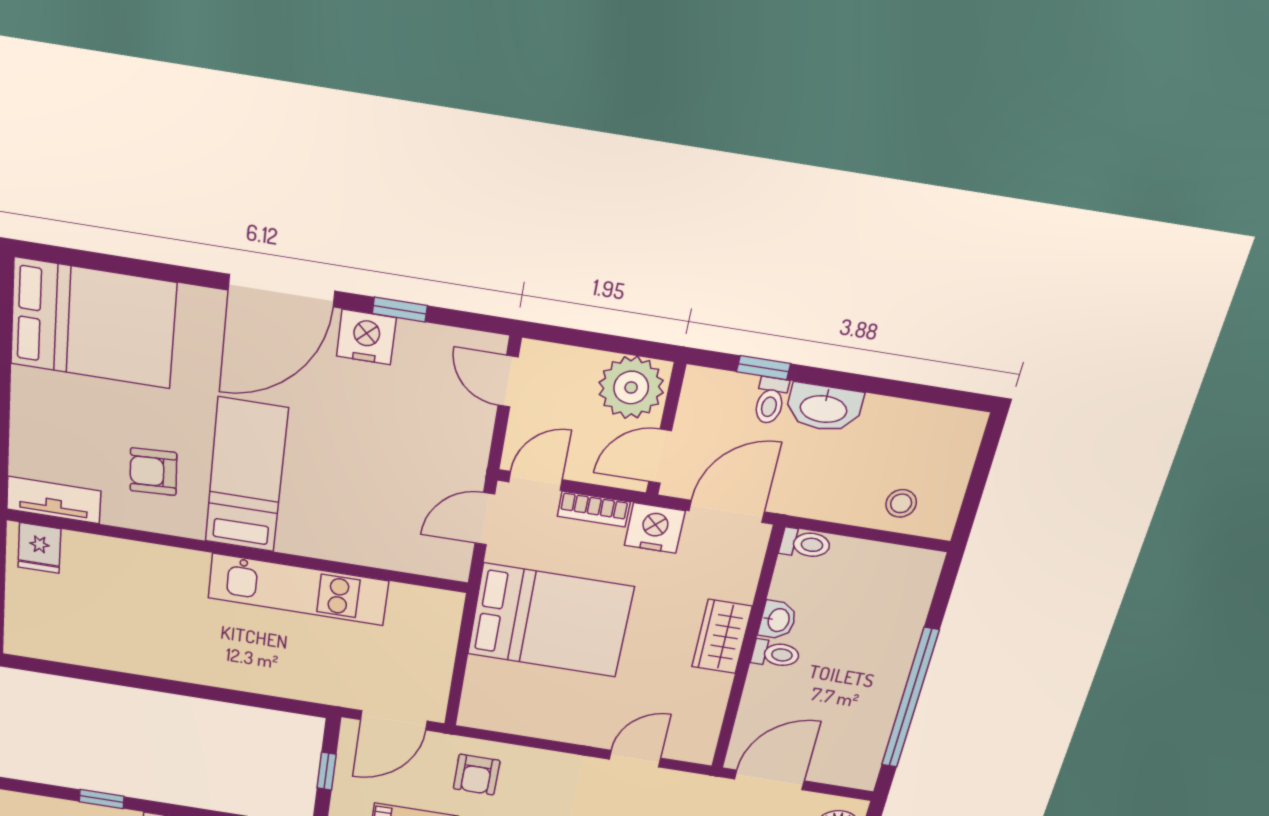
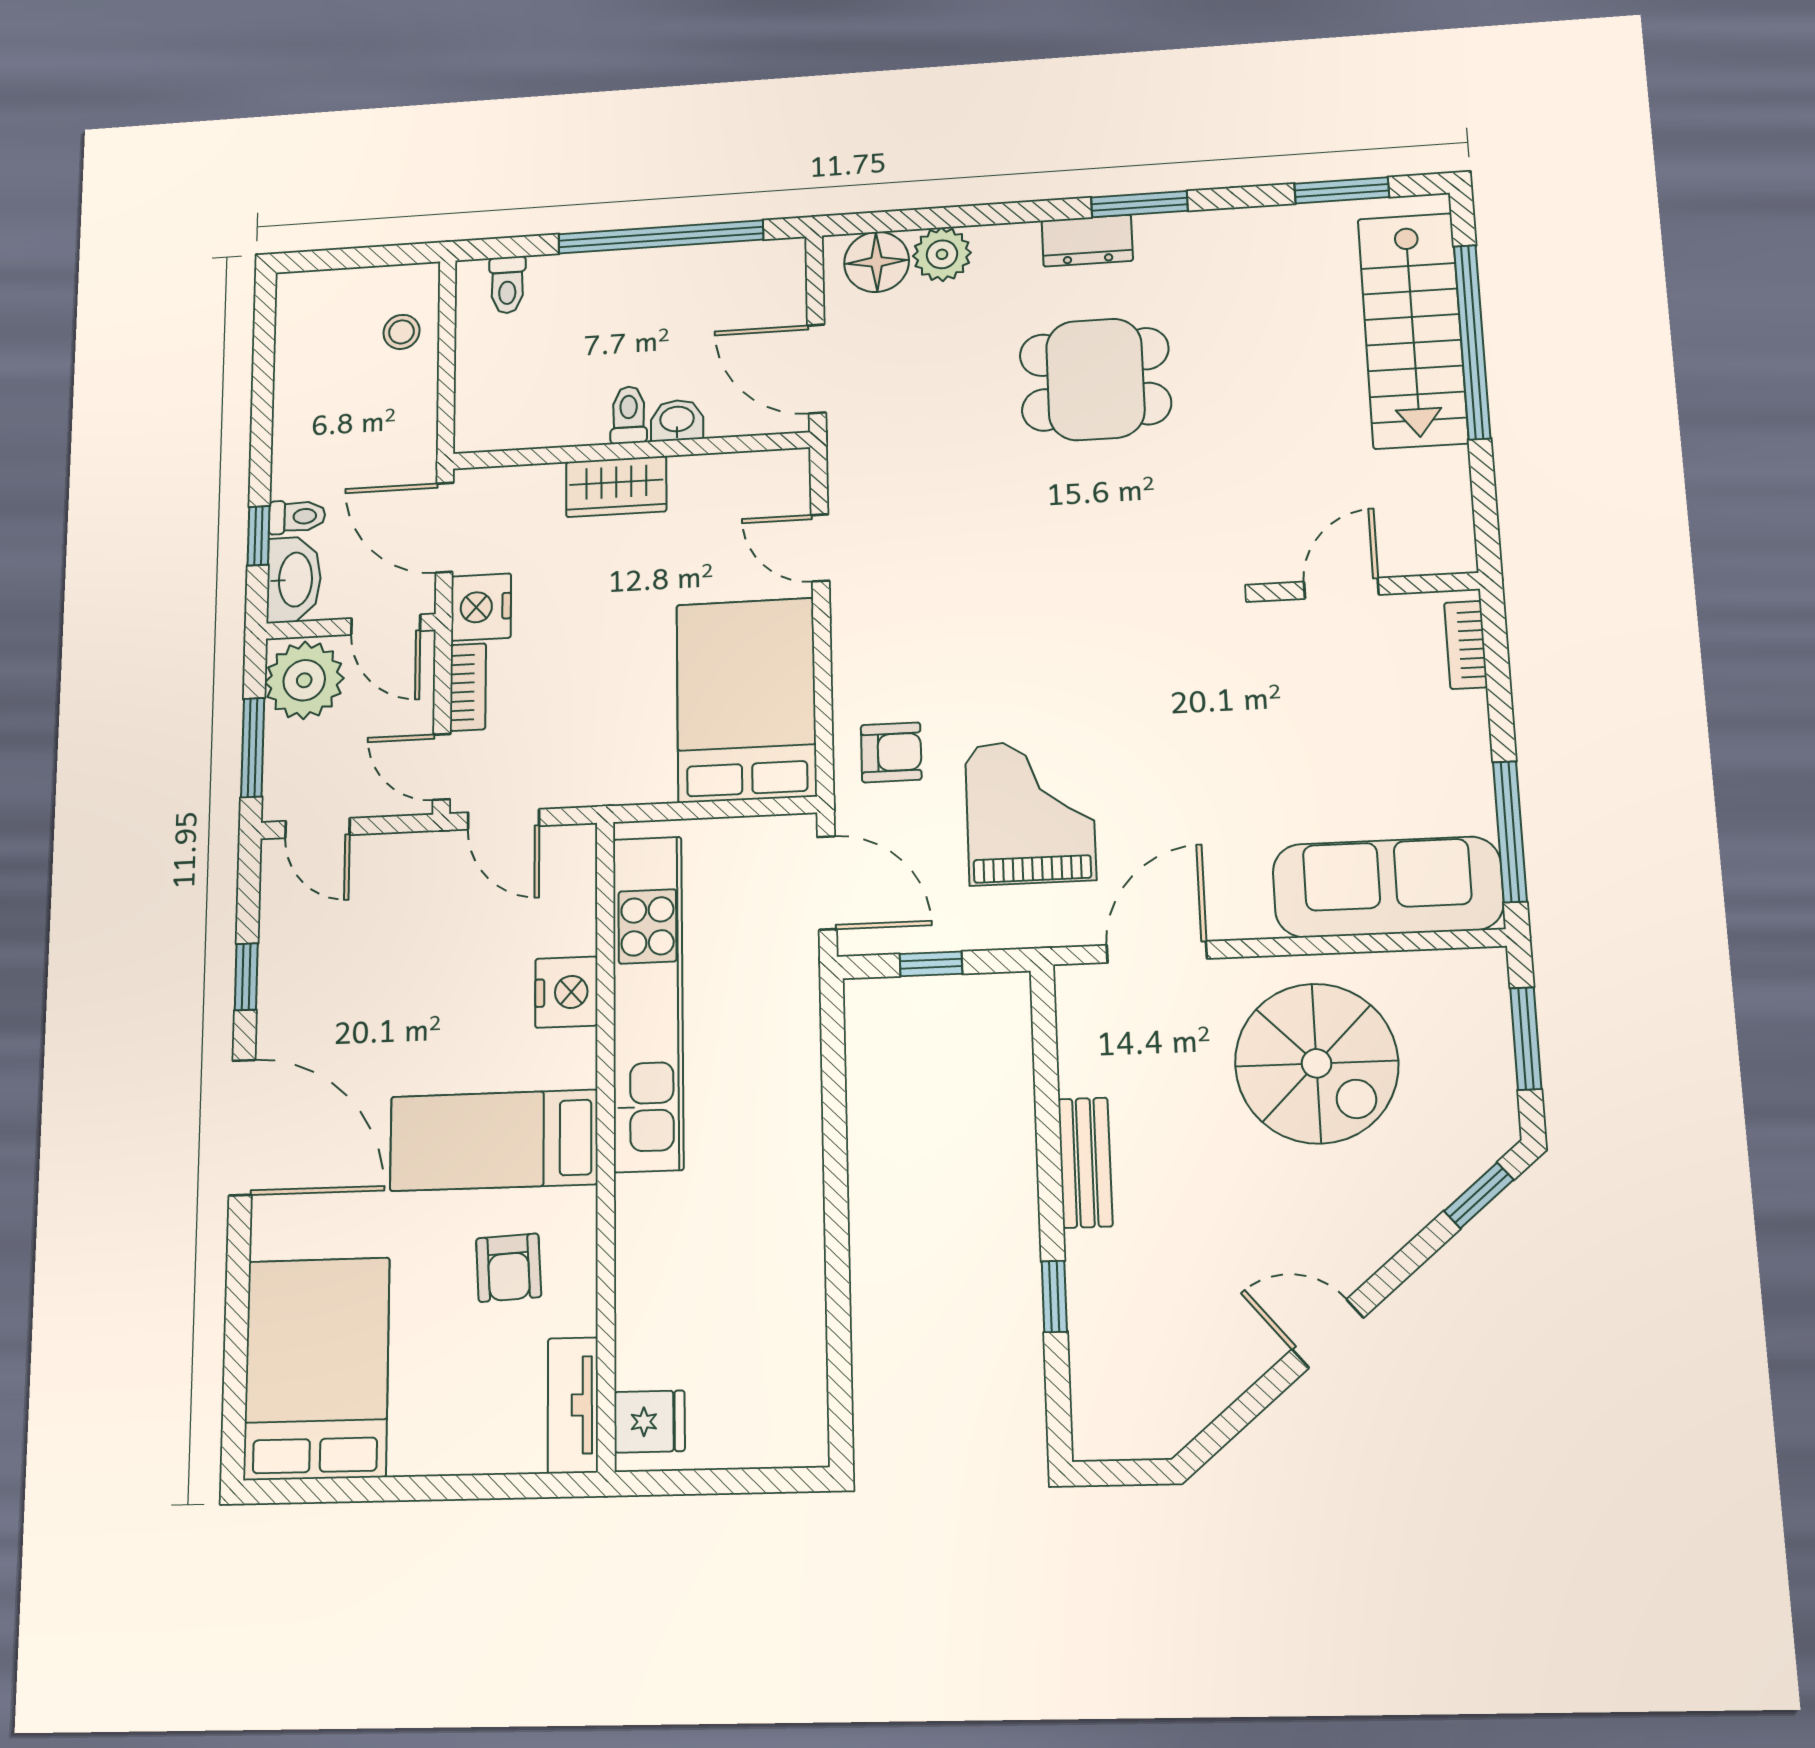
nightstand: (366, 337) -> (566, 992), moved, turned 180
window: (586, 339) -> (253, 748), added
door: (508, 381) -> (318, 828), hinge flipped
washbasin: (824, 408) -> (294, 580), moved
toilet: (805, 544) -> (507, 285), moved, turned 180
kitchen unit: (298, 589) -> (648, 1003), width x1.36
bed: (550, 620) -> (746, 700), moved
washbasin: (778, 620) -> (677, 420), moved

